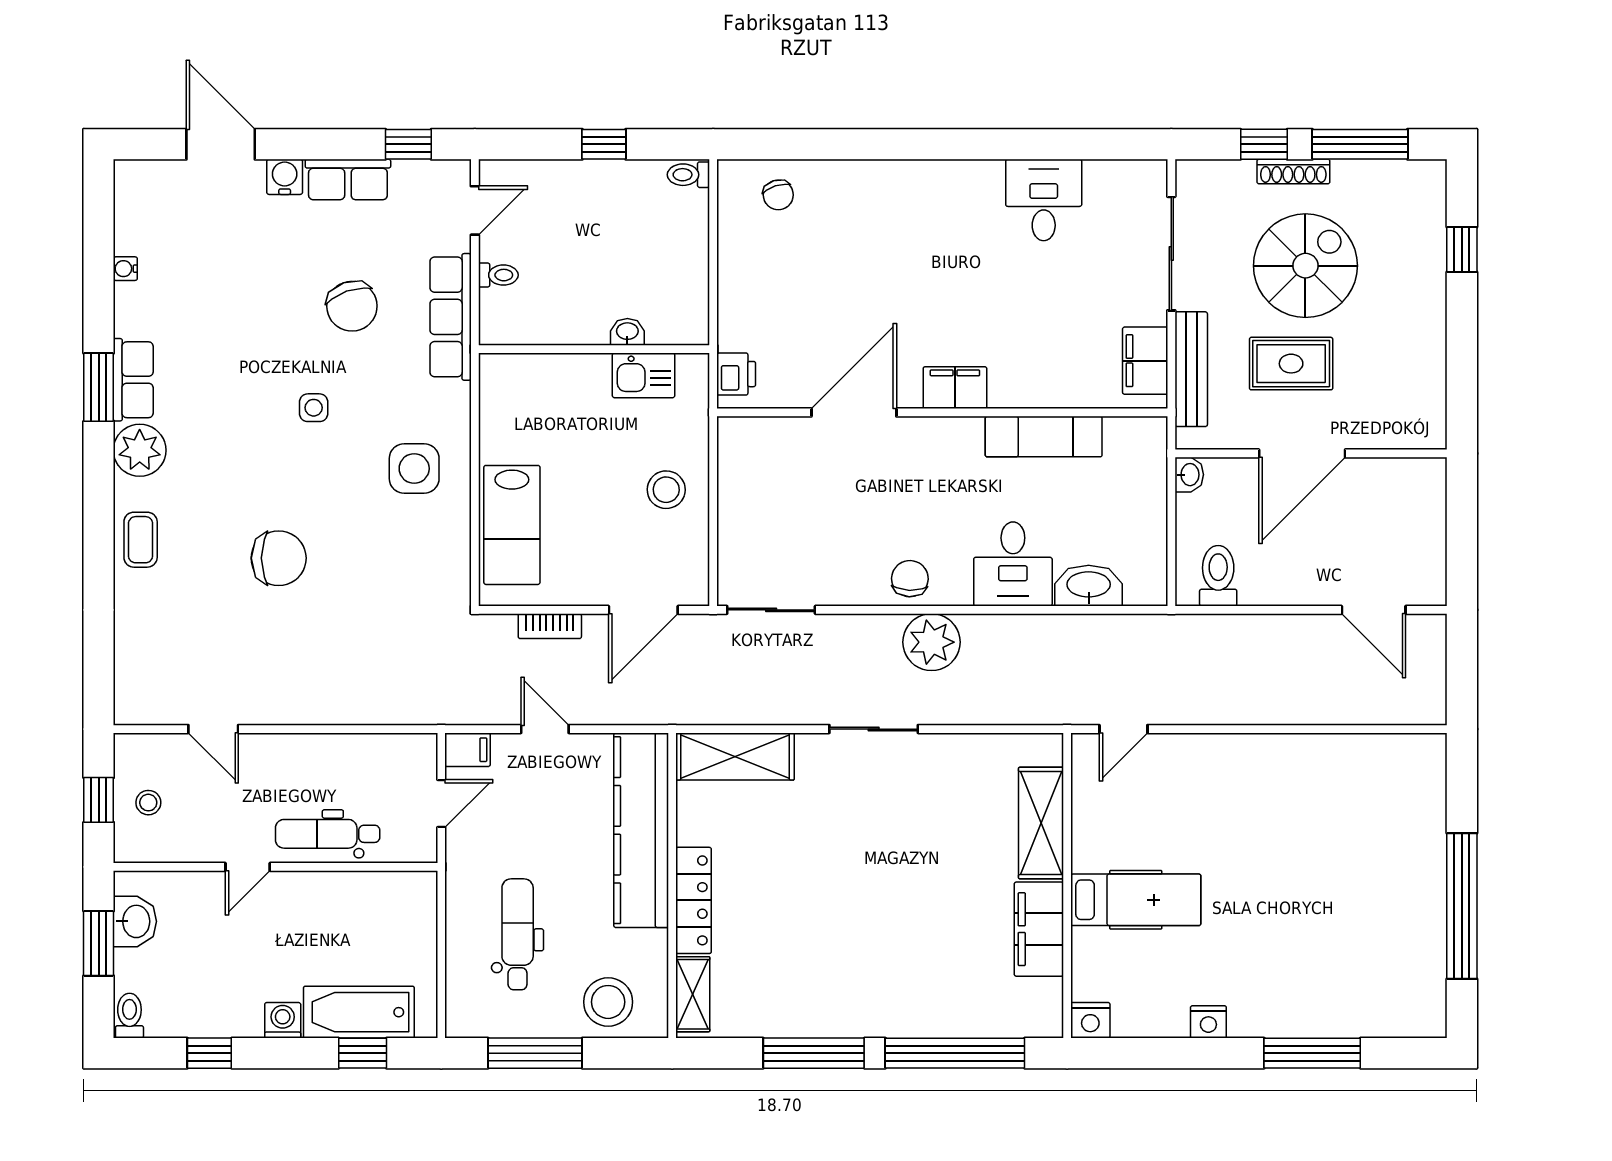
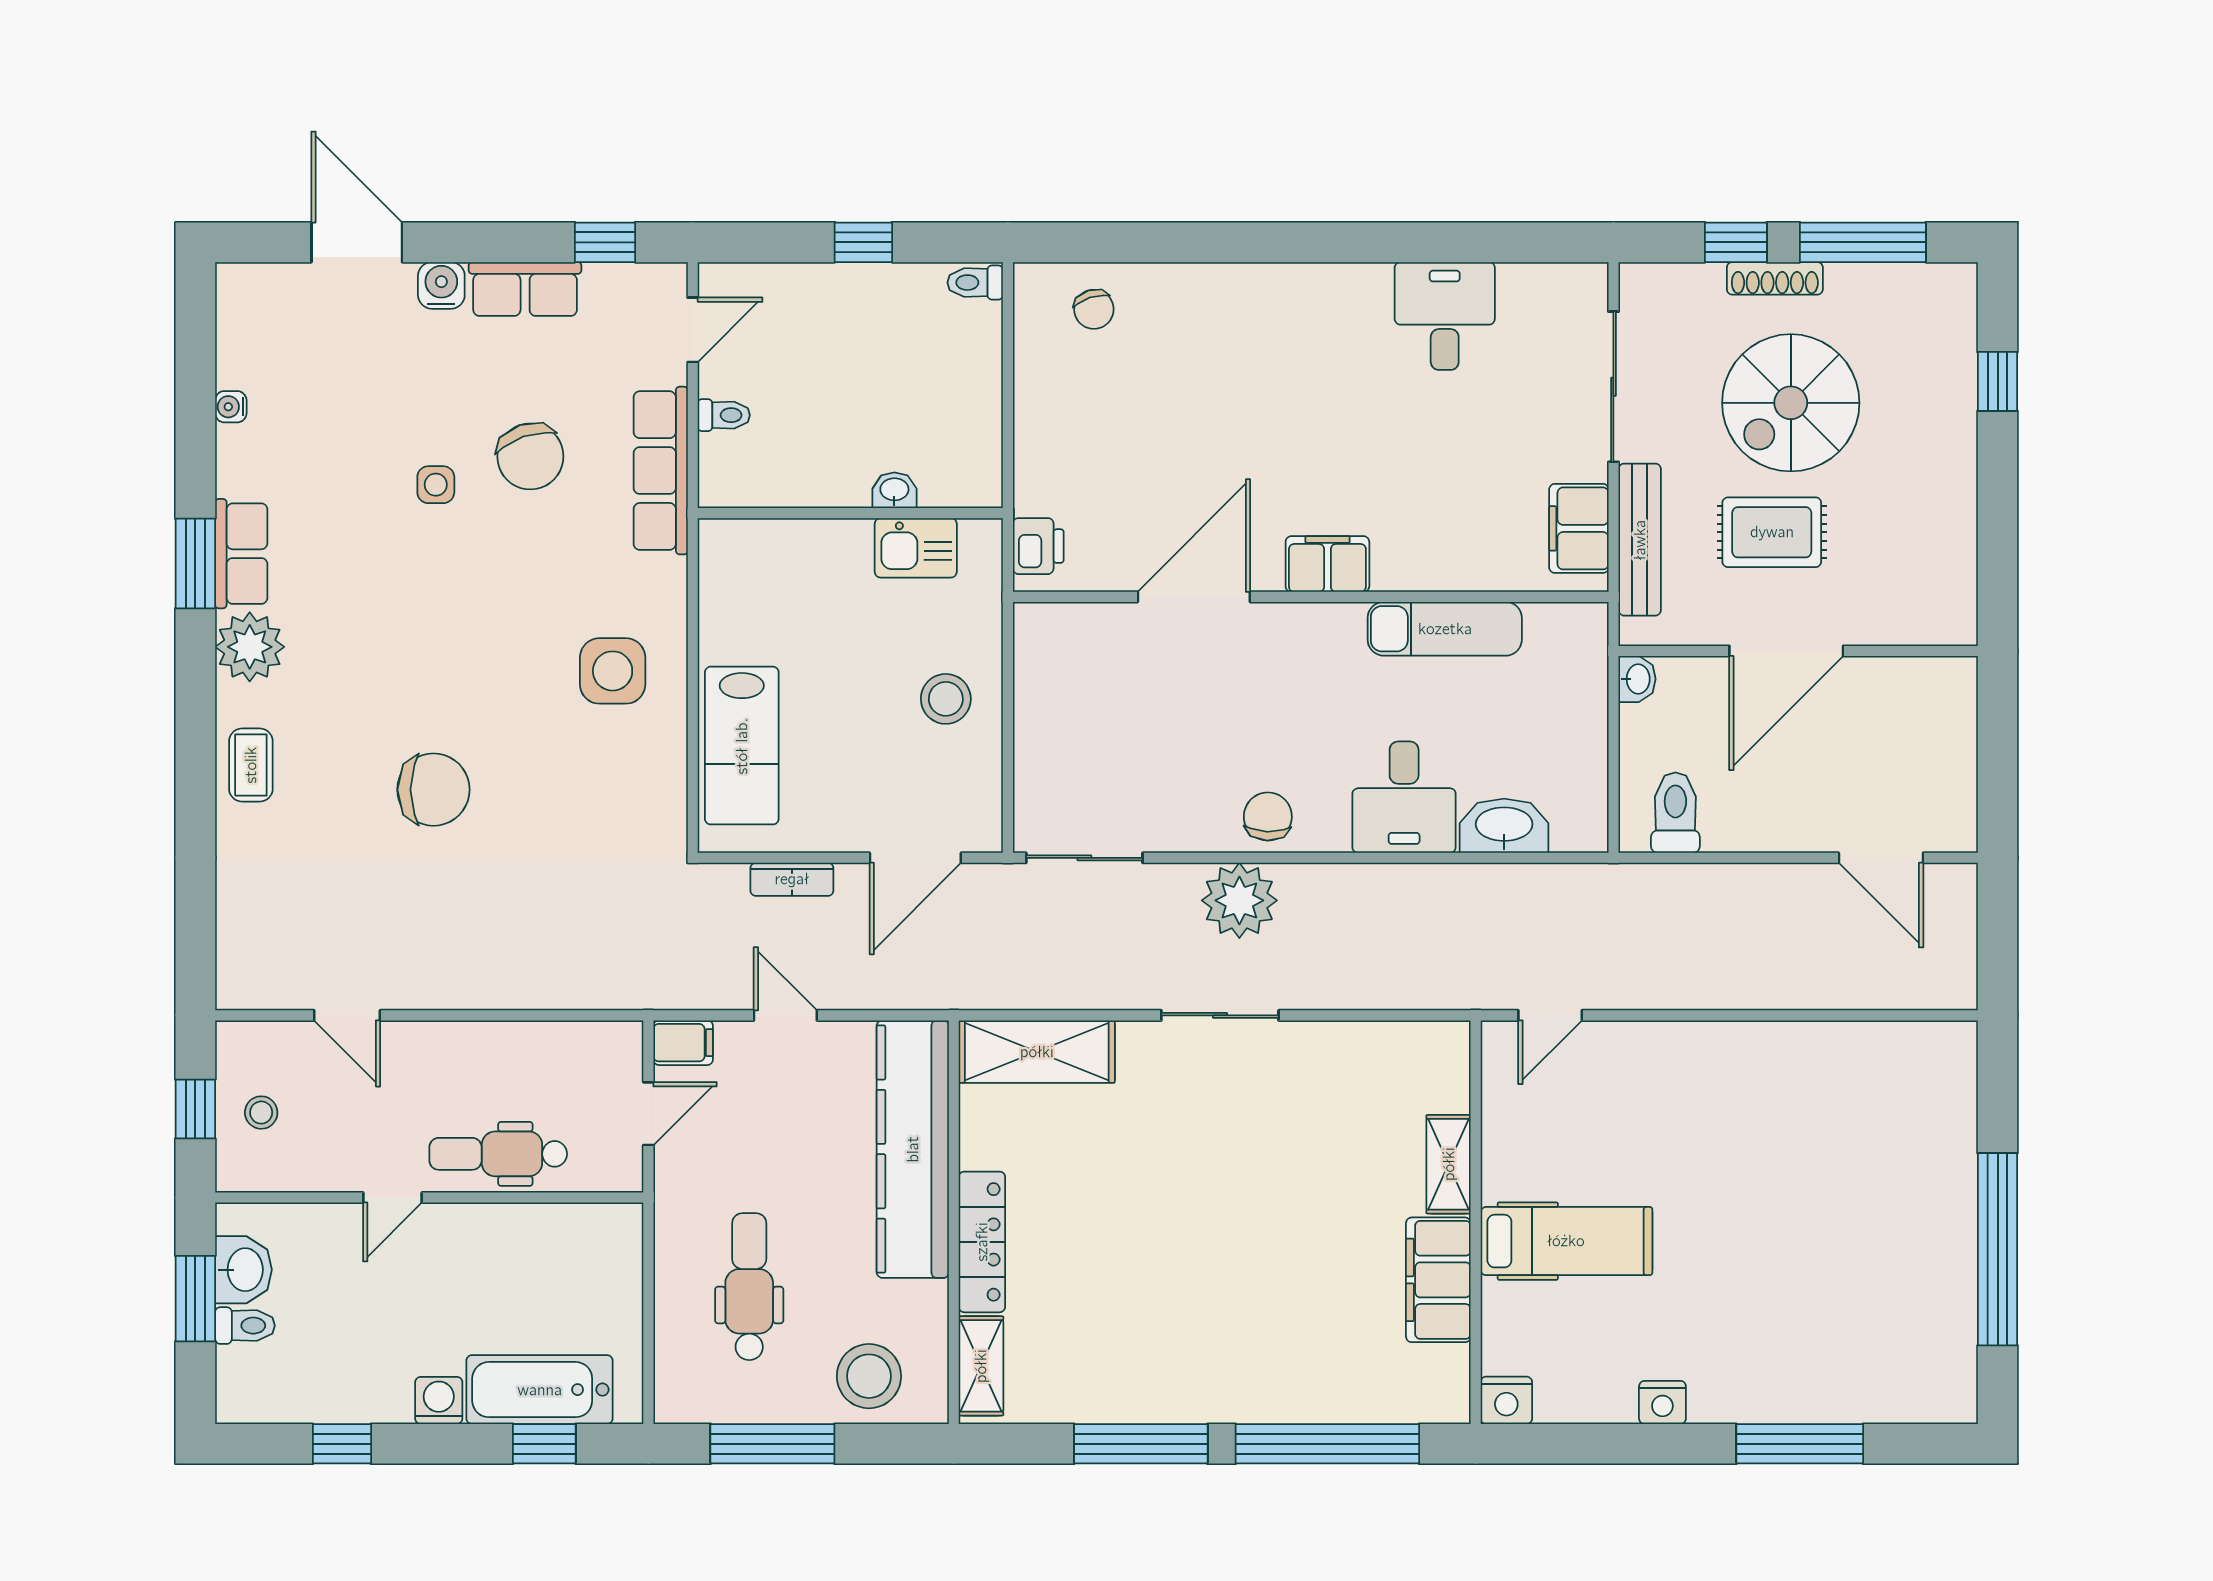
spiral stairs: (1305, 266) -> (1791, 403), turned 180
side table: (314, 408) -> (436, 485), moved
plant: (932, 642) -> (1239, 900), moved
shelving: (1041, 823) -> (1449, 1164), width x0.67, depth x0.75
toilet: (129, 1016) -> (245, 1326), moved, turned 90

